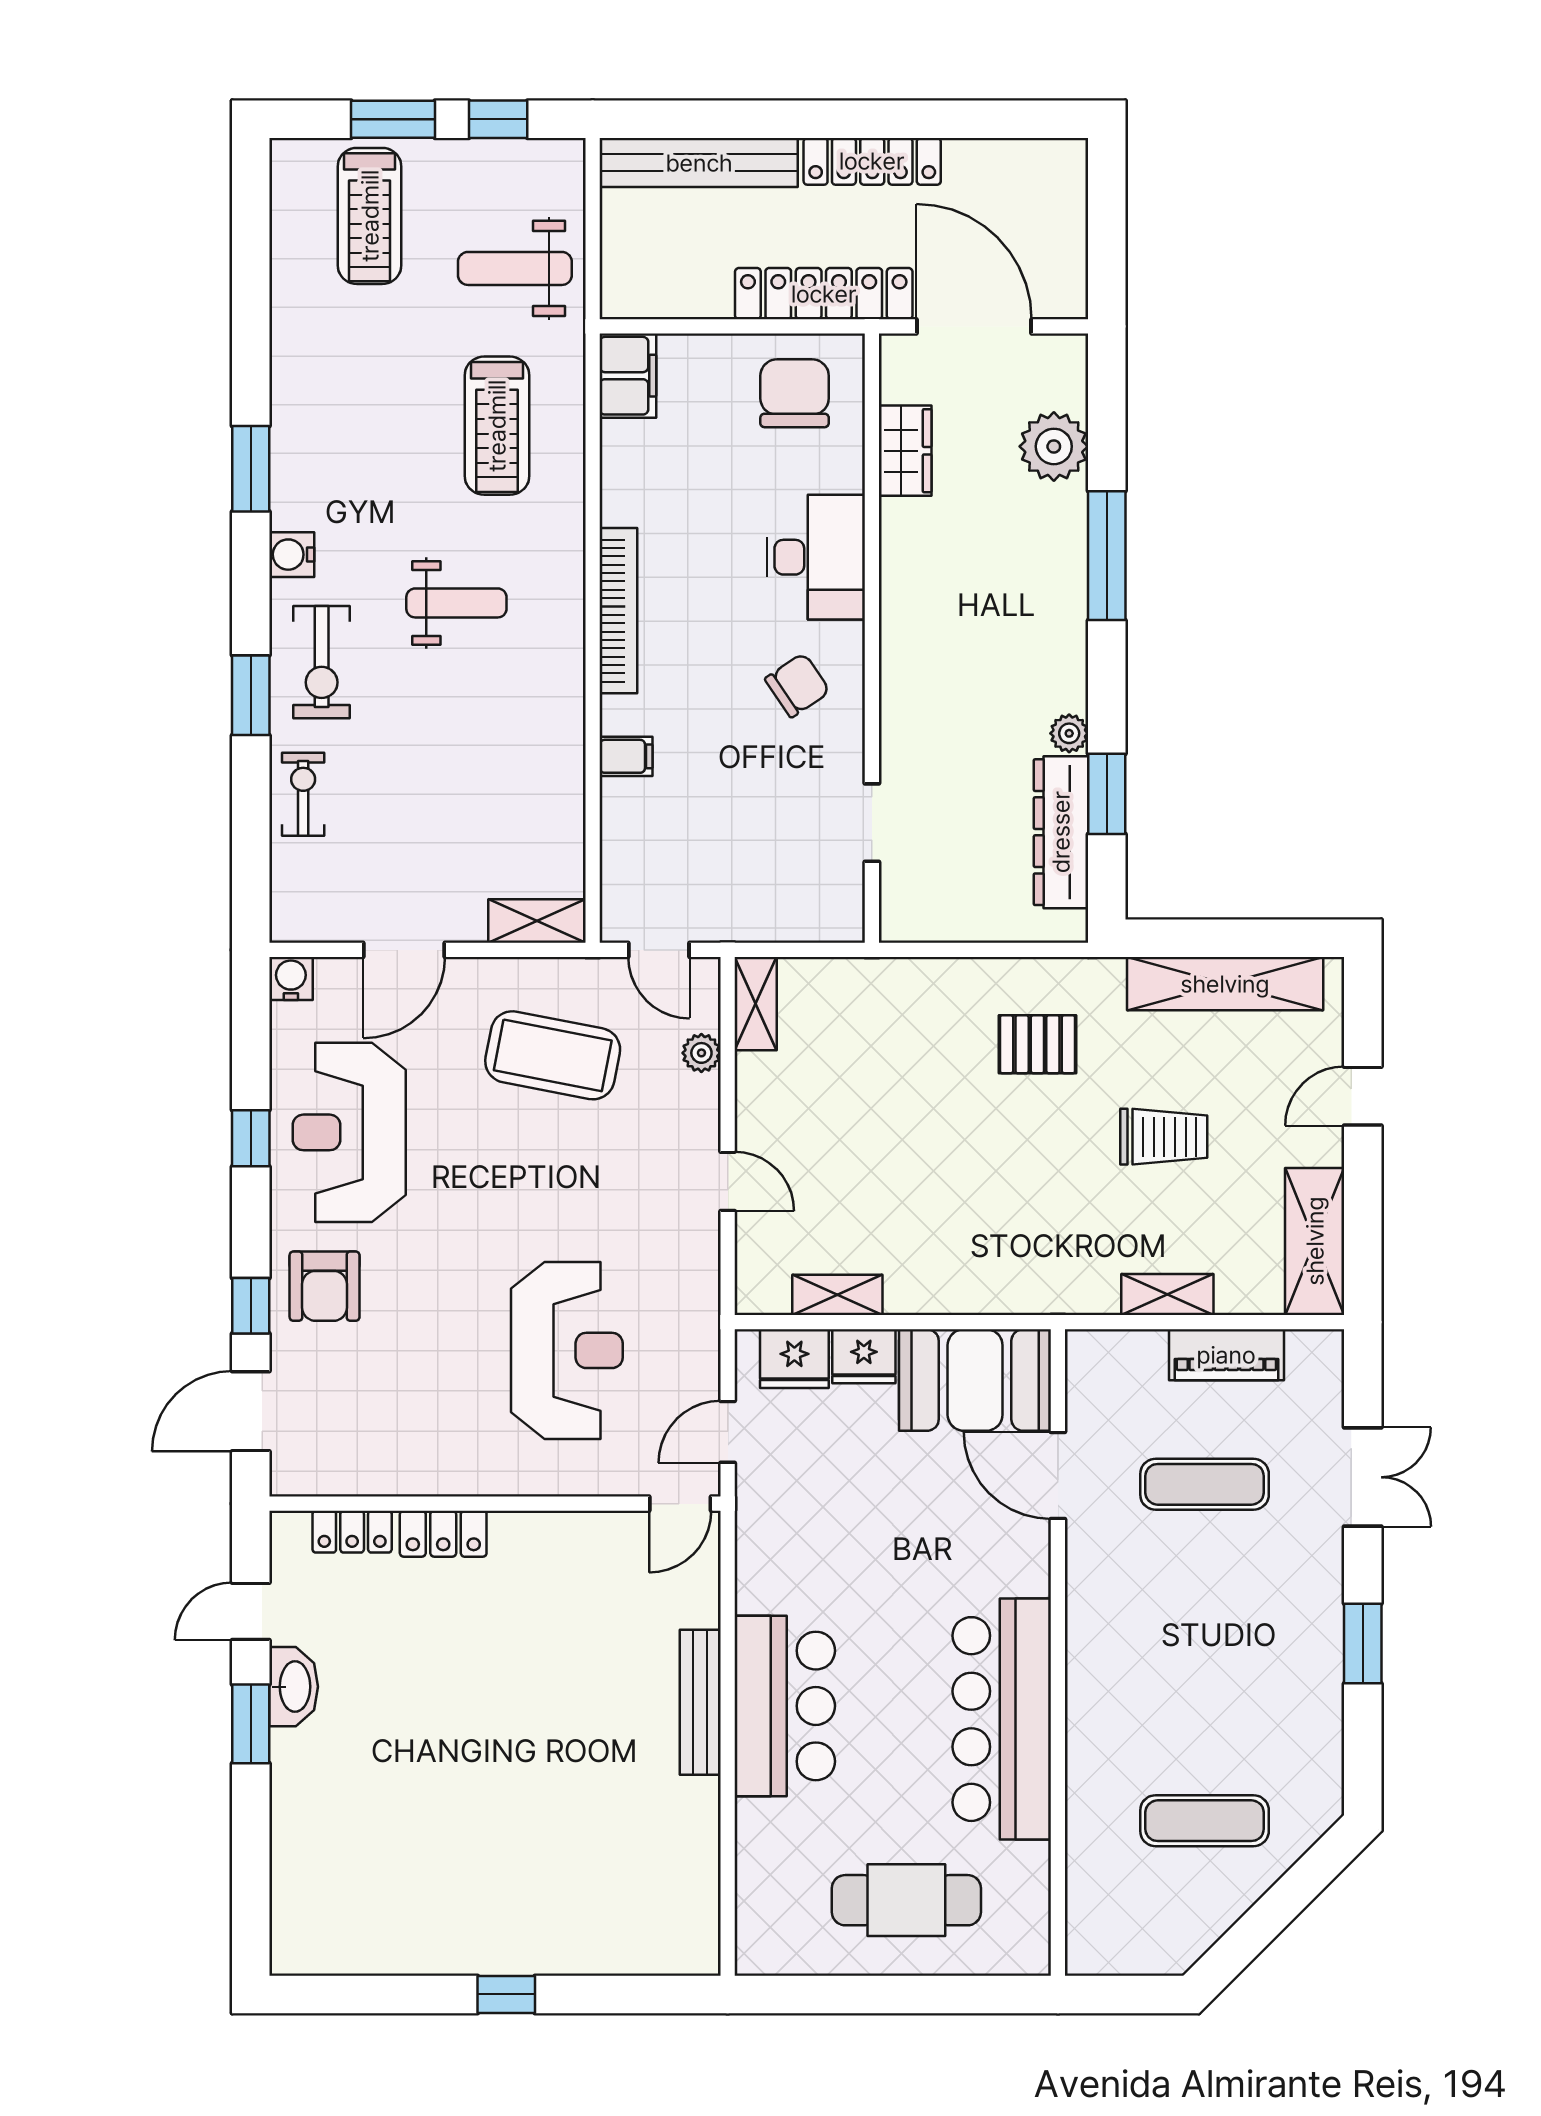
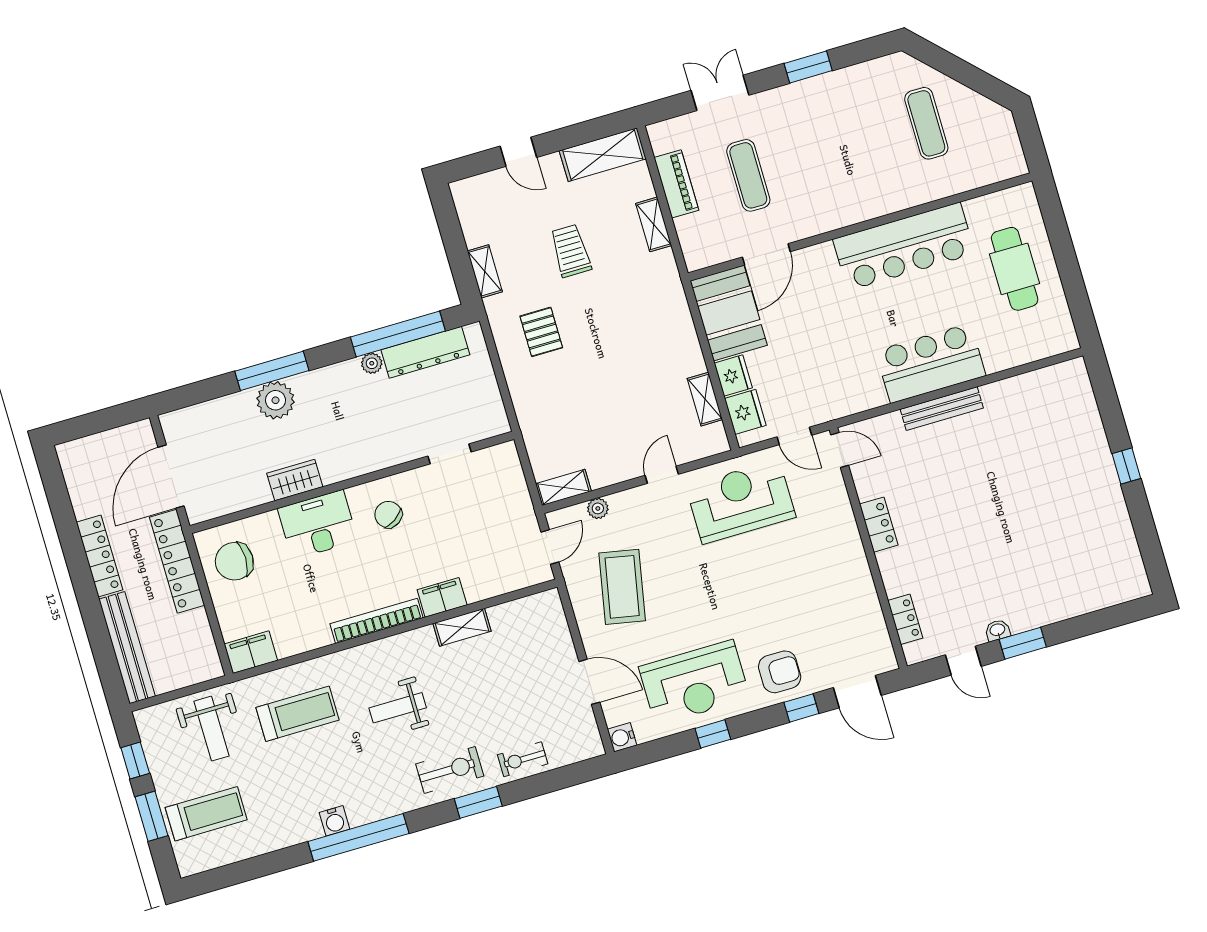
plant: (1054, 446) -> (276, 400), moved
wardrobe: (905, 451) -> (295, 480), moved
window: (251, 469) -> (358, 837), width x2.11
water cooler: (292, 555) -> (334, 821), moved
weight bench: (456, 603) -> (398, 708), turned -90
filing cabinet: (626, 756) -> (442, 597), width x2.00
window: (1107, 794) -> (398, 334), width x2.11
shelving: (537, 921) -> (462, 627), moved, turned 90
shelving: (1225, 984) -> (485, 271), width x0.45, depth x0.75
reception desk: (567, 1350) -> (741, 502), moved
locker: (443, 1534) -> (879, 525), moved
washbasin: (294, 1687) -> (998, 630), width x0.52, depth x0.69

